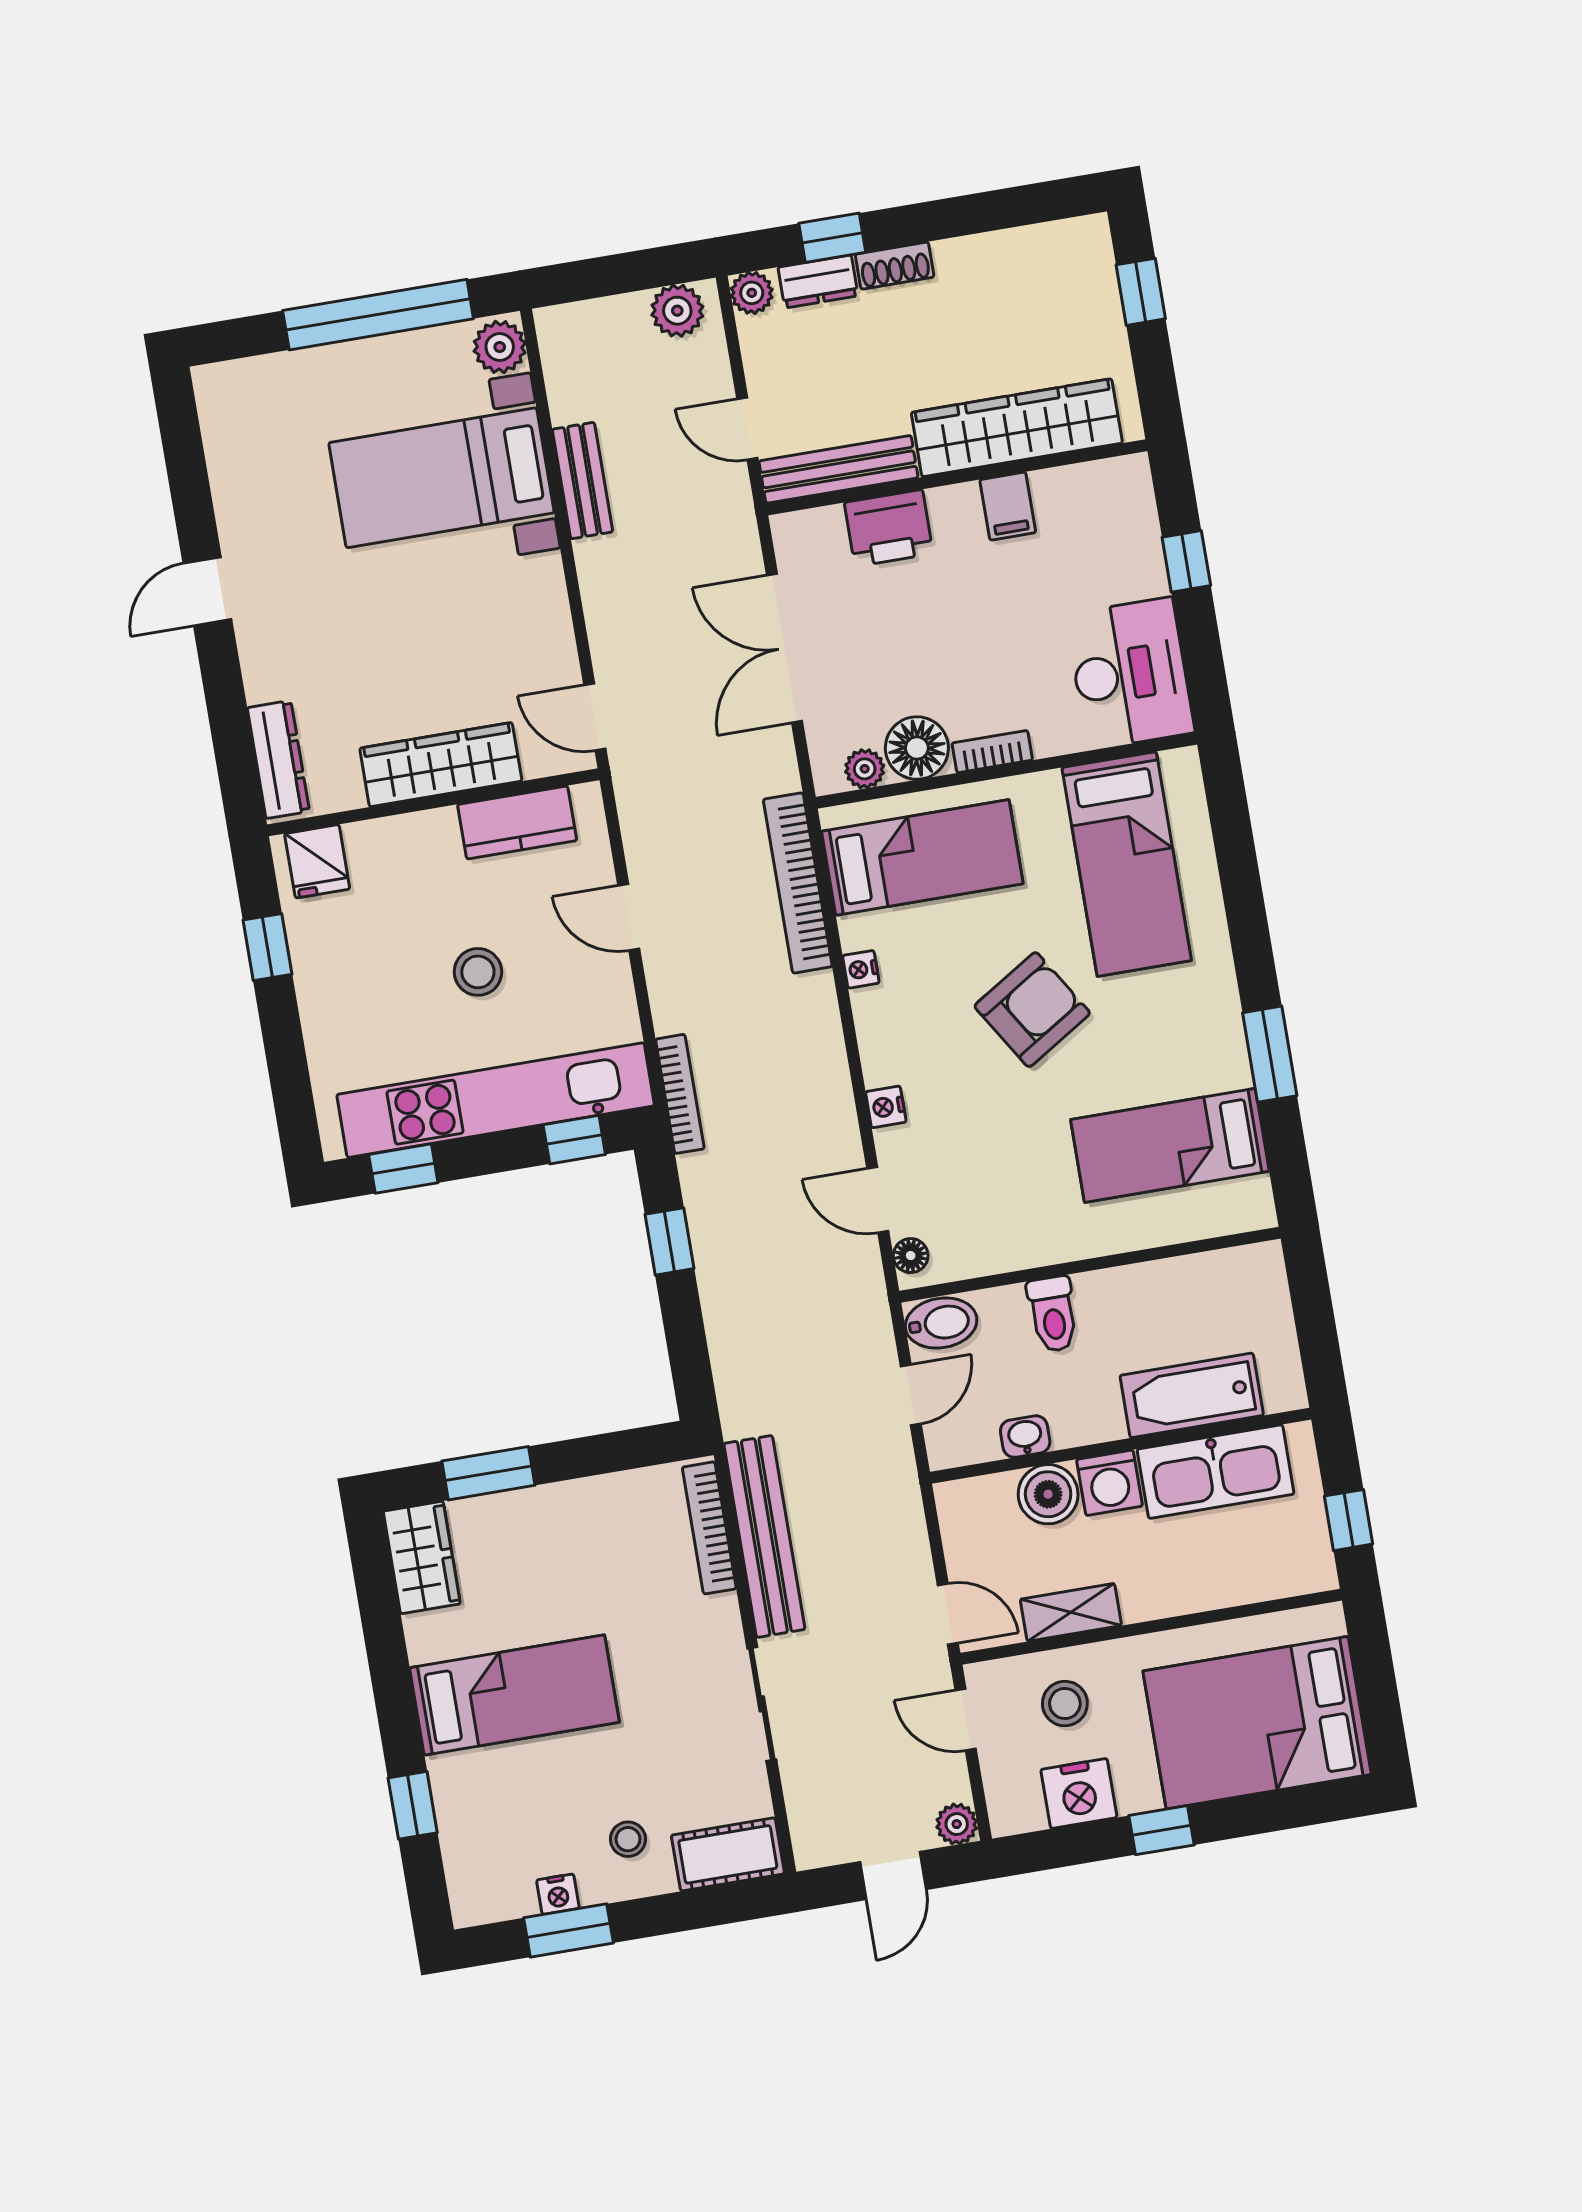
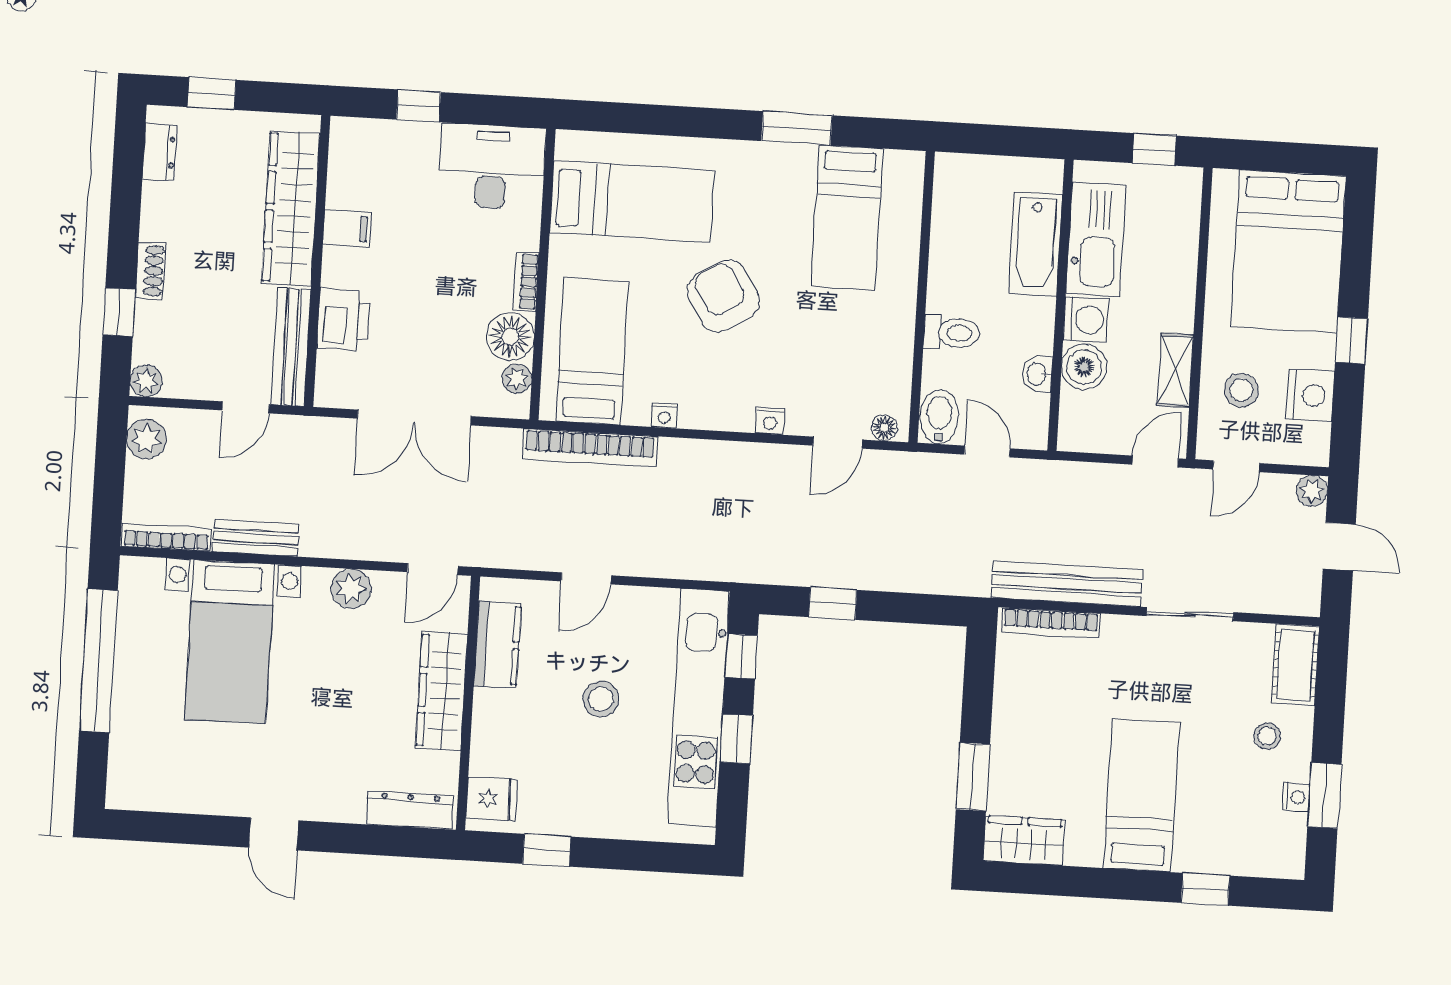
dresser: (818, 282) -> (160, 152), moved
plant: (500, 347) -> (351, 589), moved
bookcase: (680, 1094) -> (166, 537), moved
window: (403, 1169) -> (736, 739), moved

